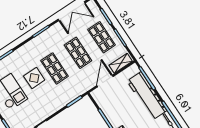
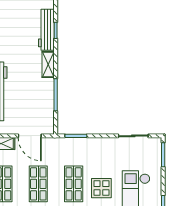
door: (105, 81) -> (30, 136), hinge flipped

